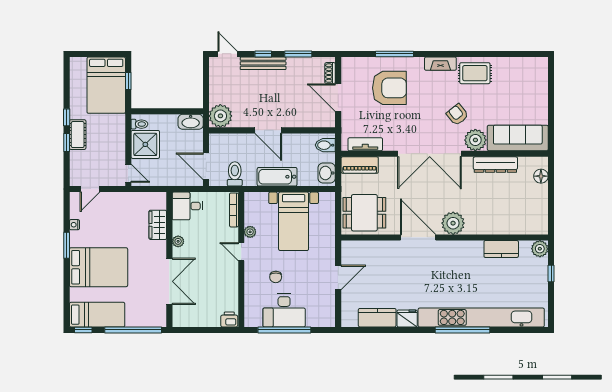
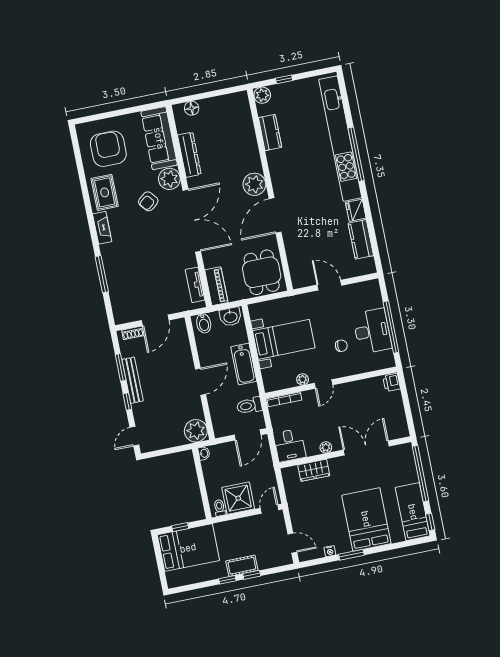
bench: (263, 63) -> (133, 380), moved
armchair: (389, 88) -> (108, 149), moved
washbasin: (191, 122) -> (204, 453), width x0.52, depth x0.69

